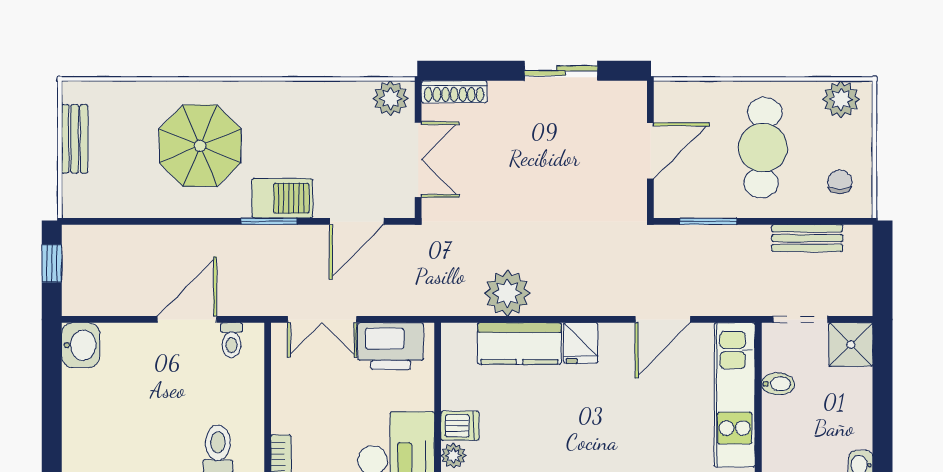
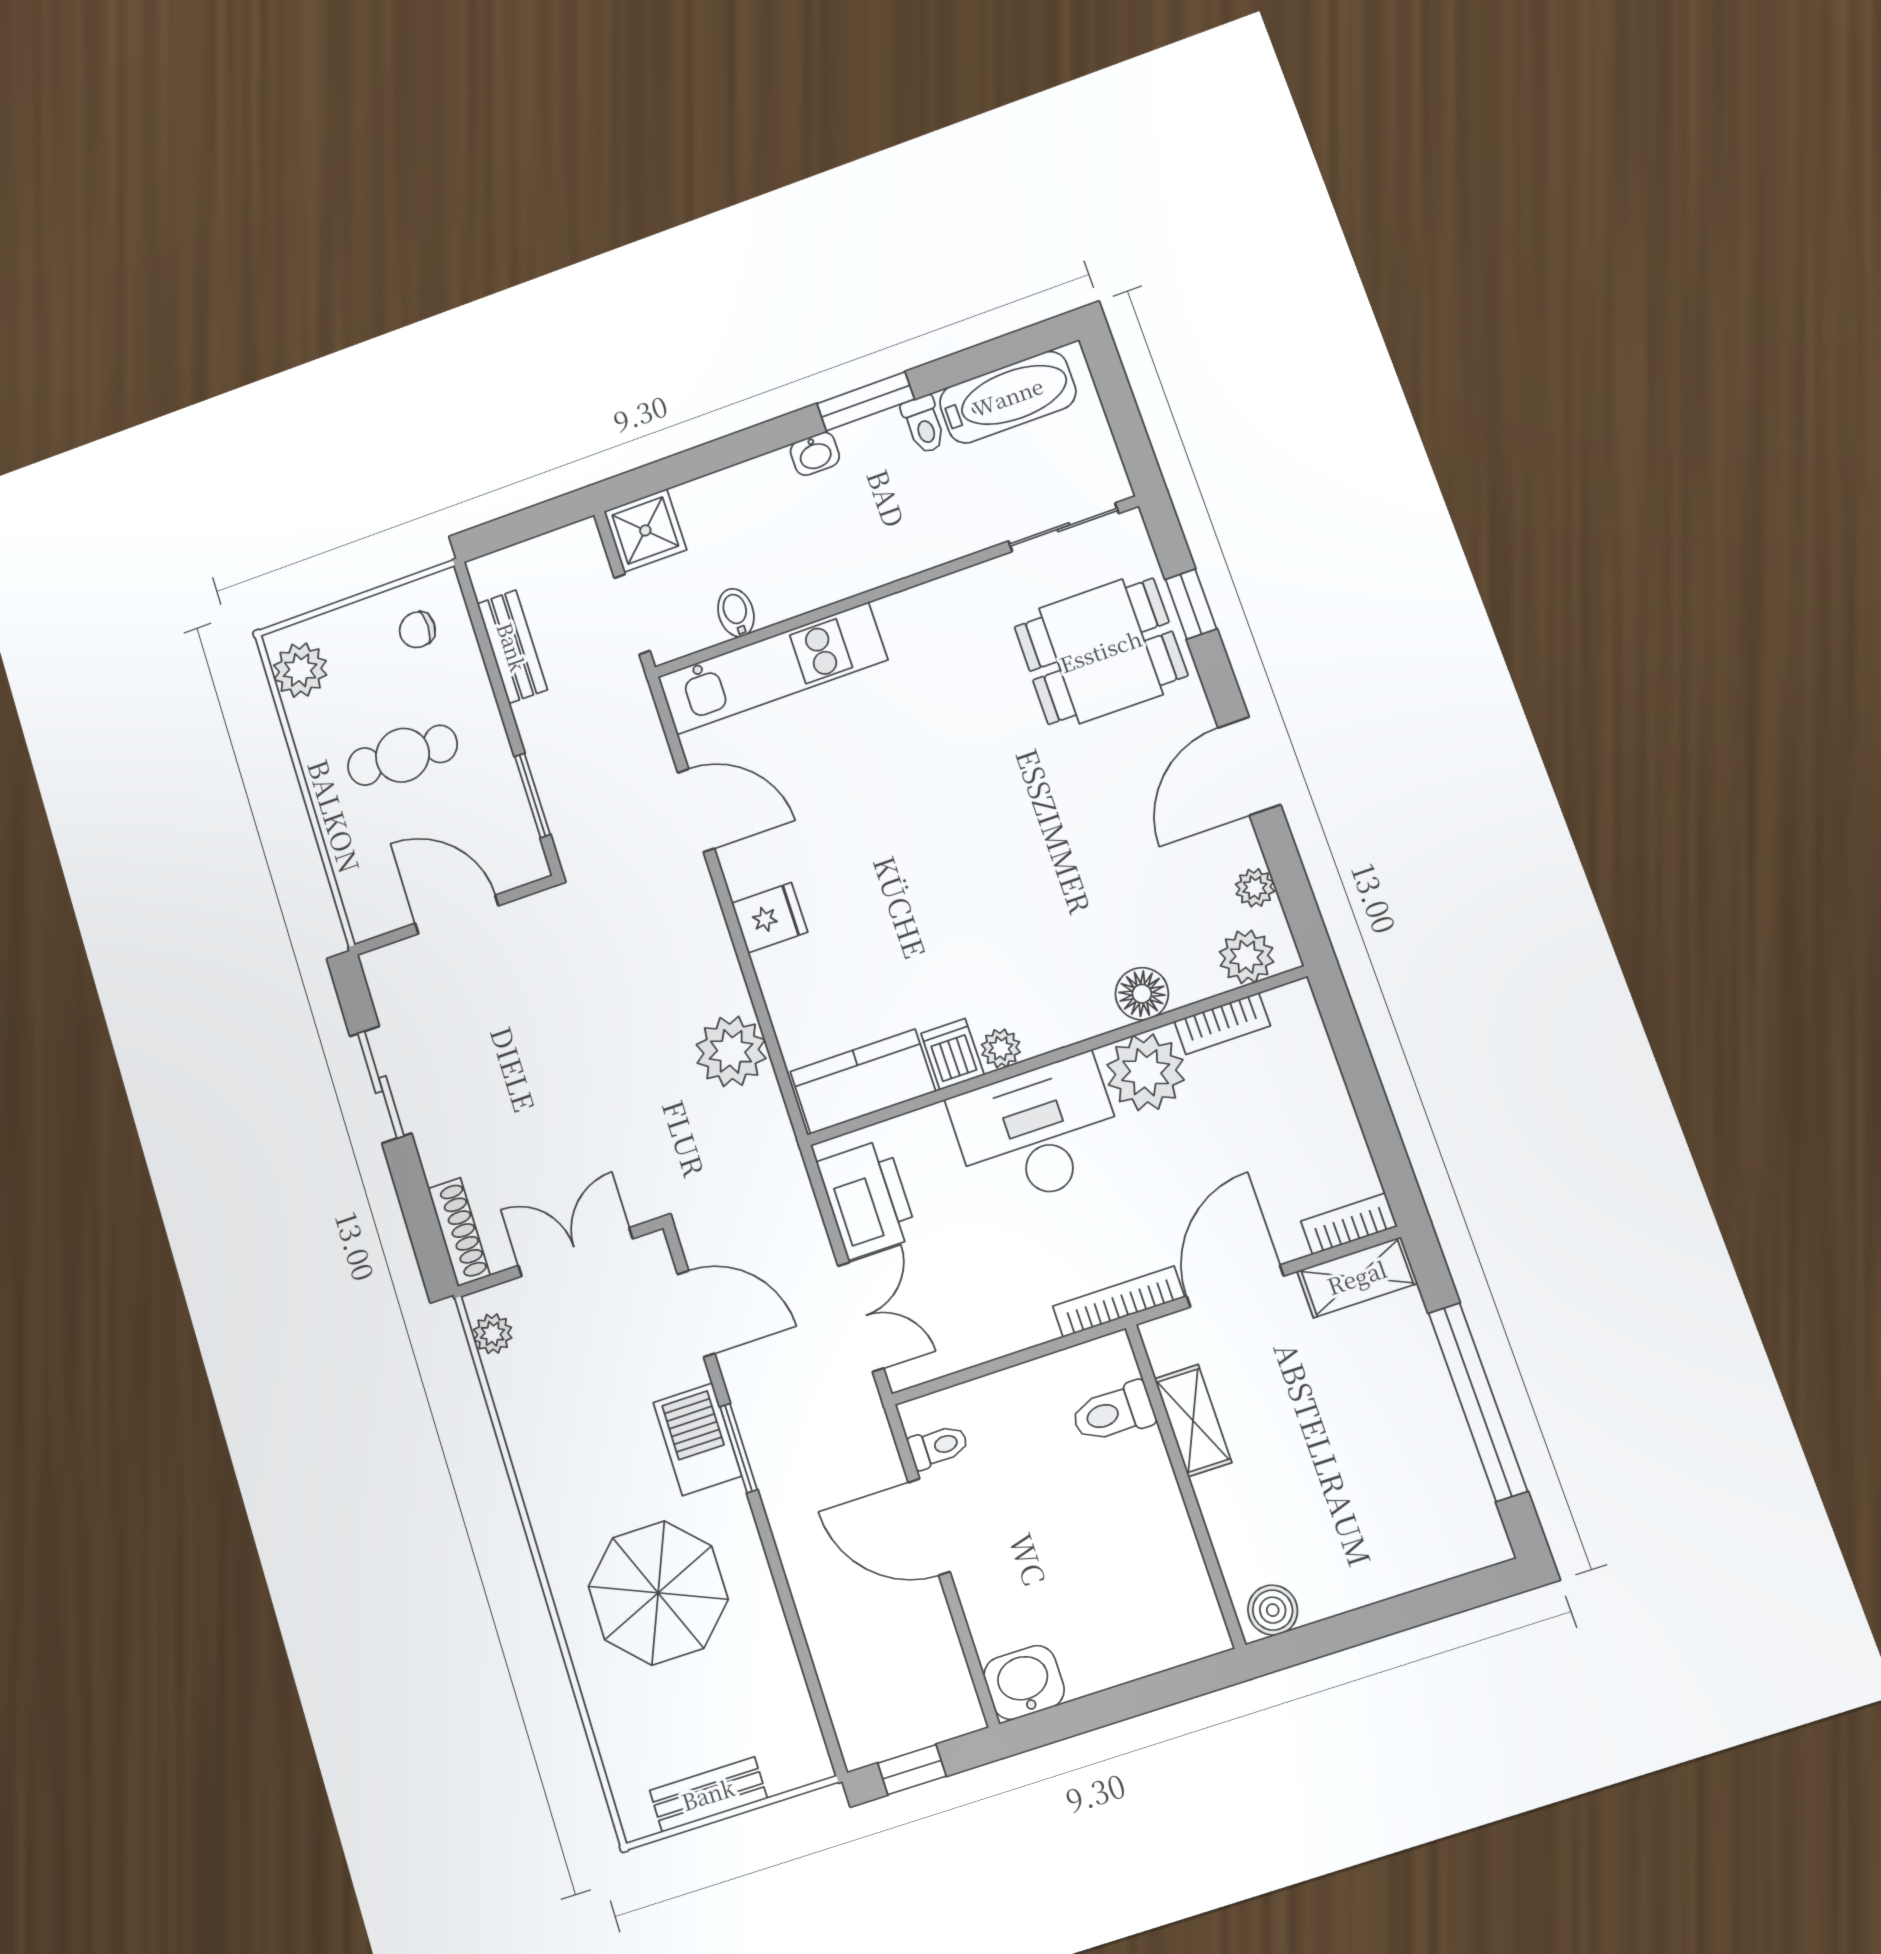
plant: (391, 98) -> (493, 1334), width x0.73, depth x0.73
cafe table: (763, 148) -> (402, 755), width x0.73, depth x0.74
kitchen counter: (519, 344) -> (863, 1082), moved, turned -90

